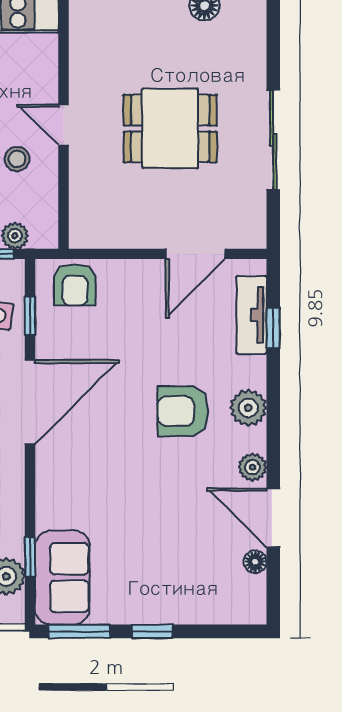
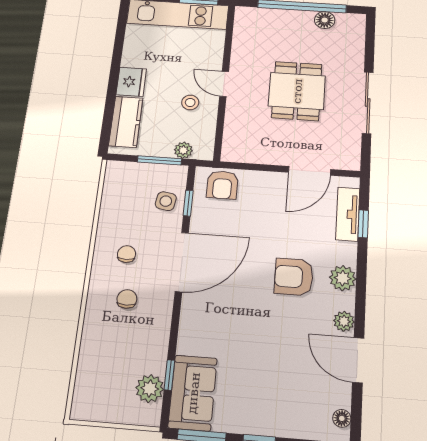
dining table: (170, 128) -> (297, 91), turned 90
floor lamp: (255, 562) -> (342, 418), moved

